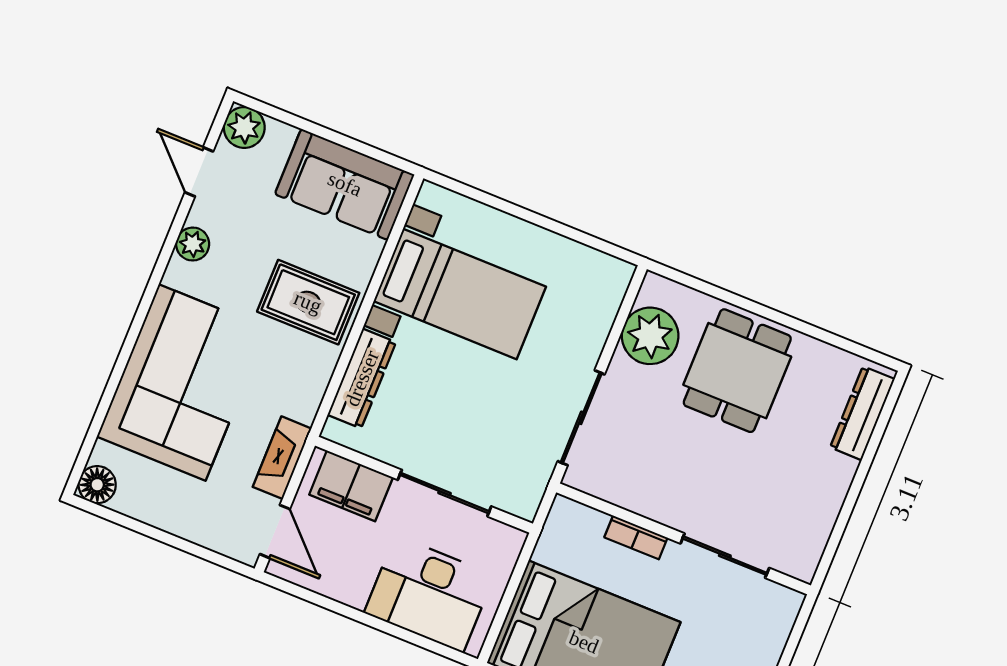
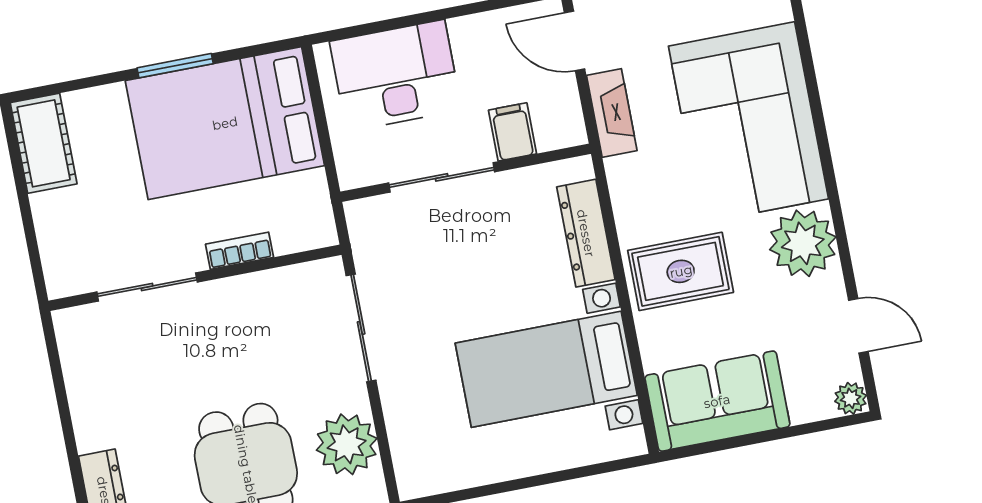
plant: (244, 127) -> (851, 398), width x0.73, depth x0.73
plant: (193, 244) -> (803, 243), width x1.88, depth x1.88
filing cabinet: (351, 486) -> (513, 132), width x0.50

